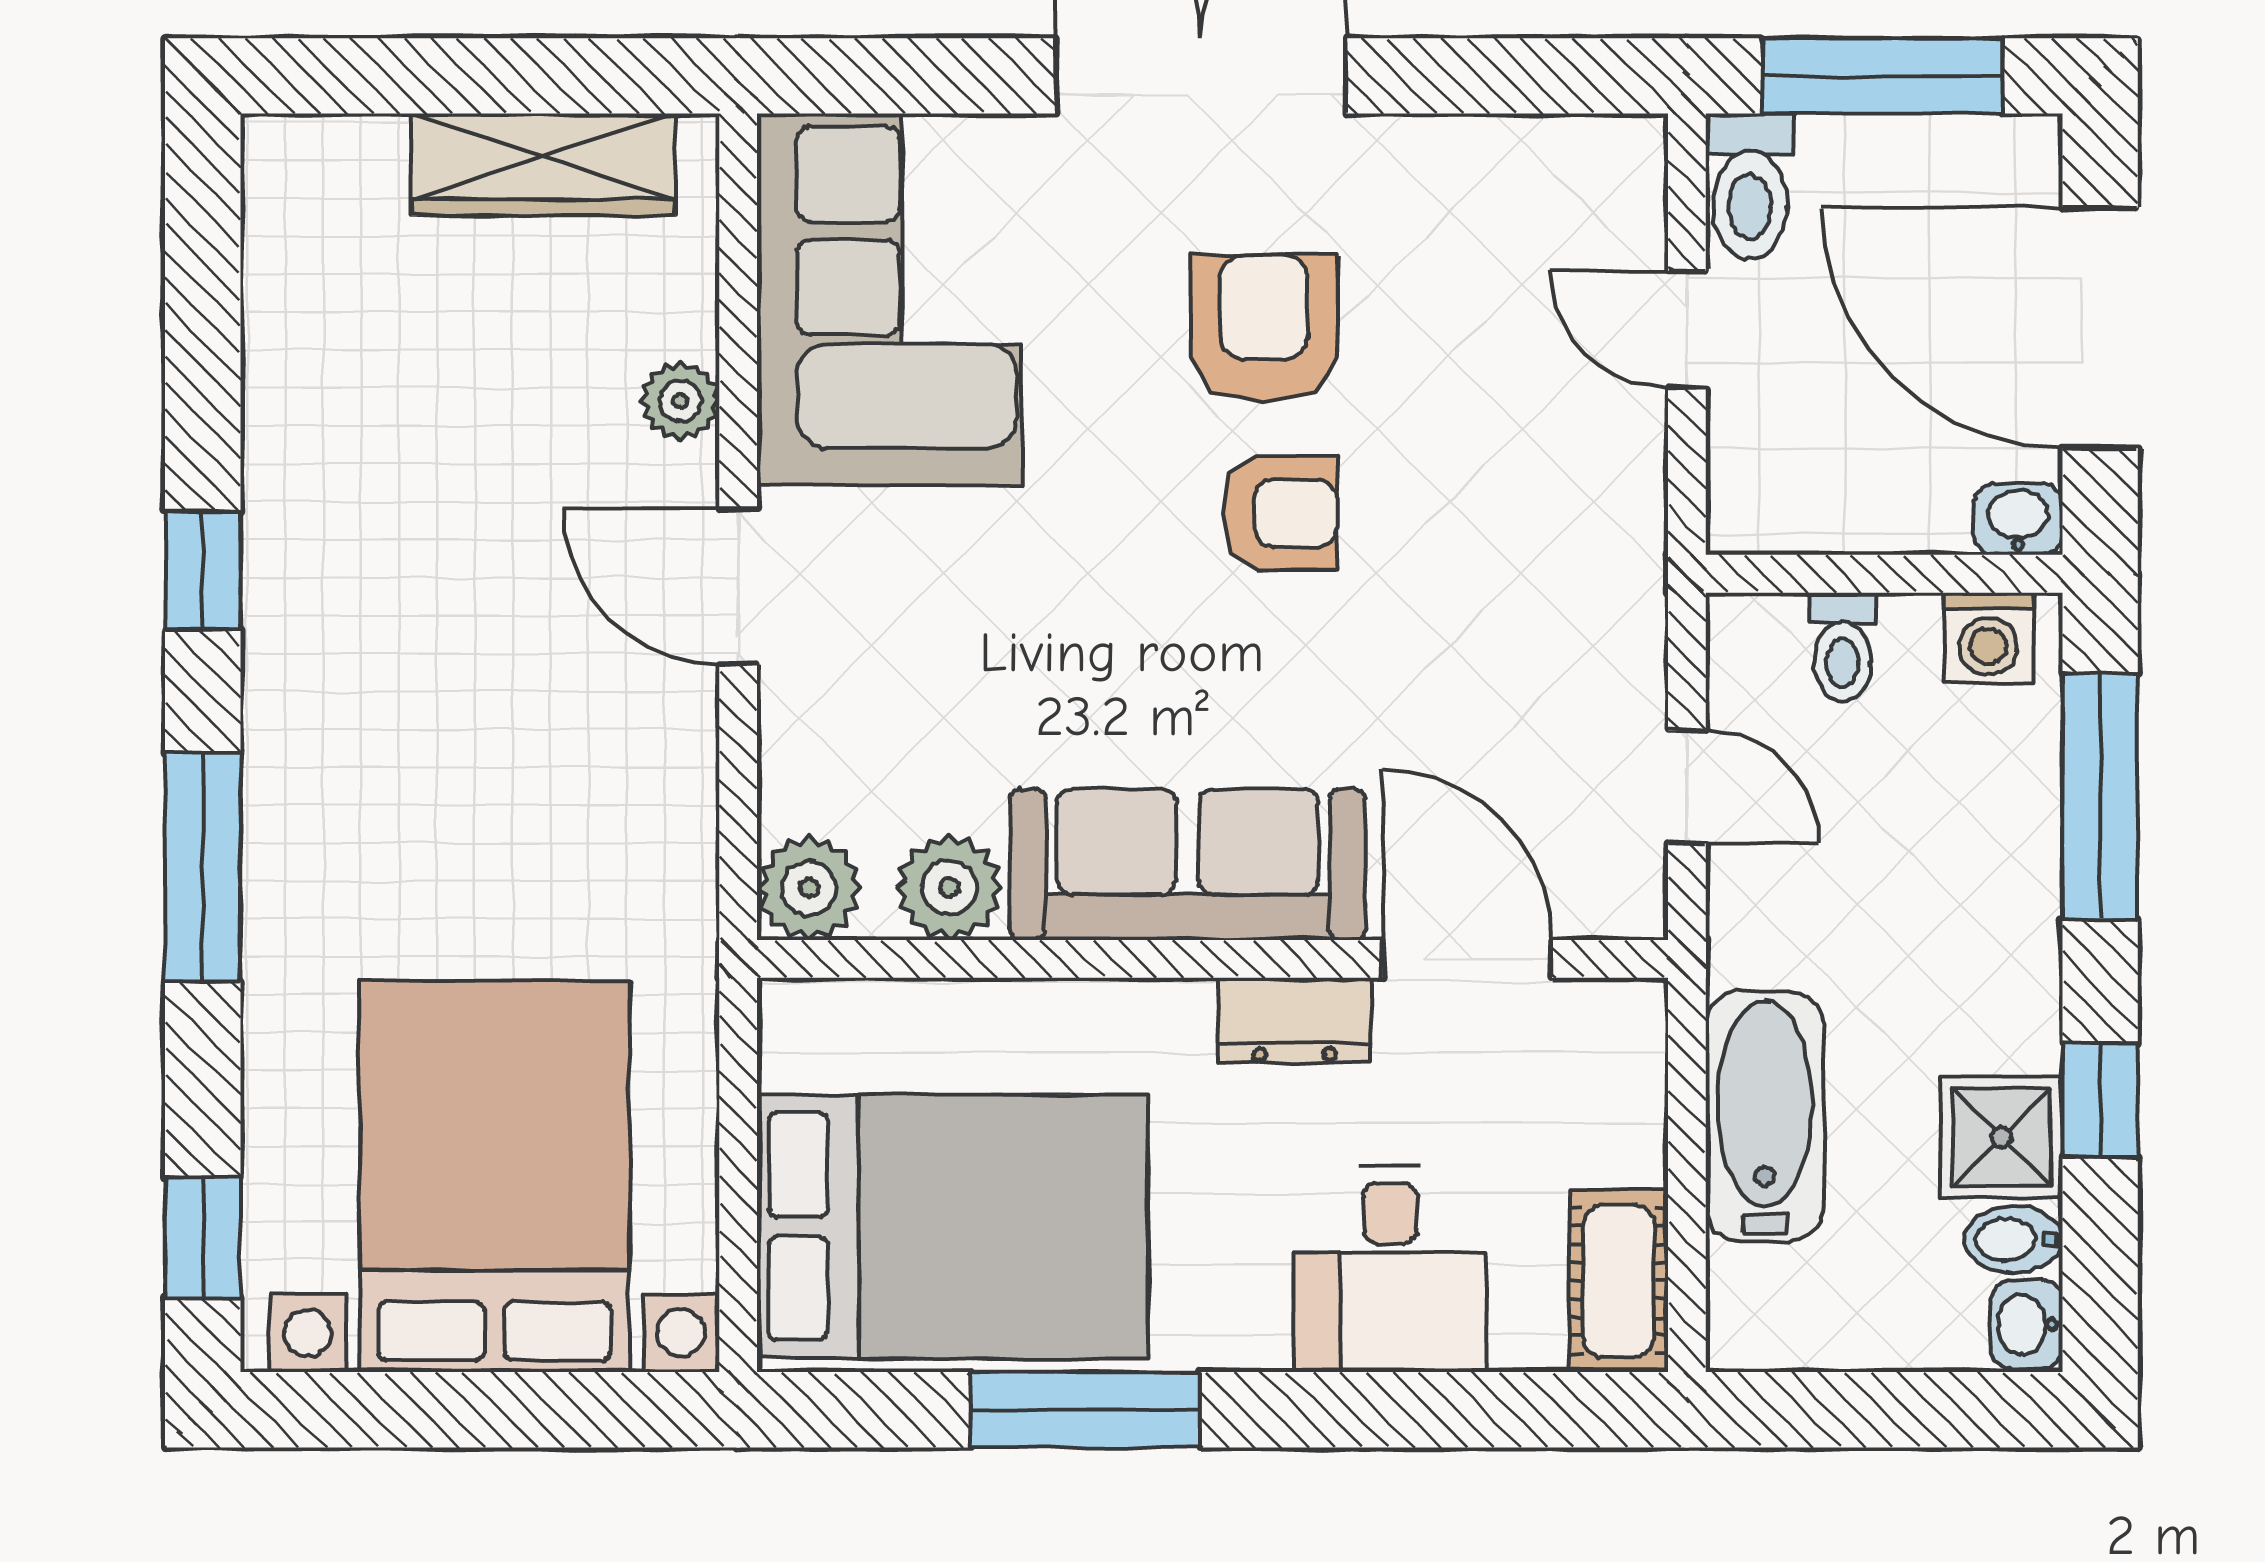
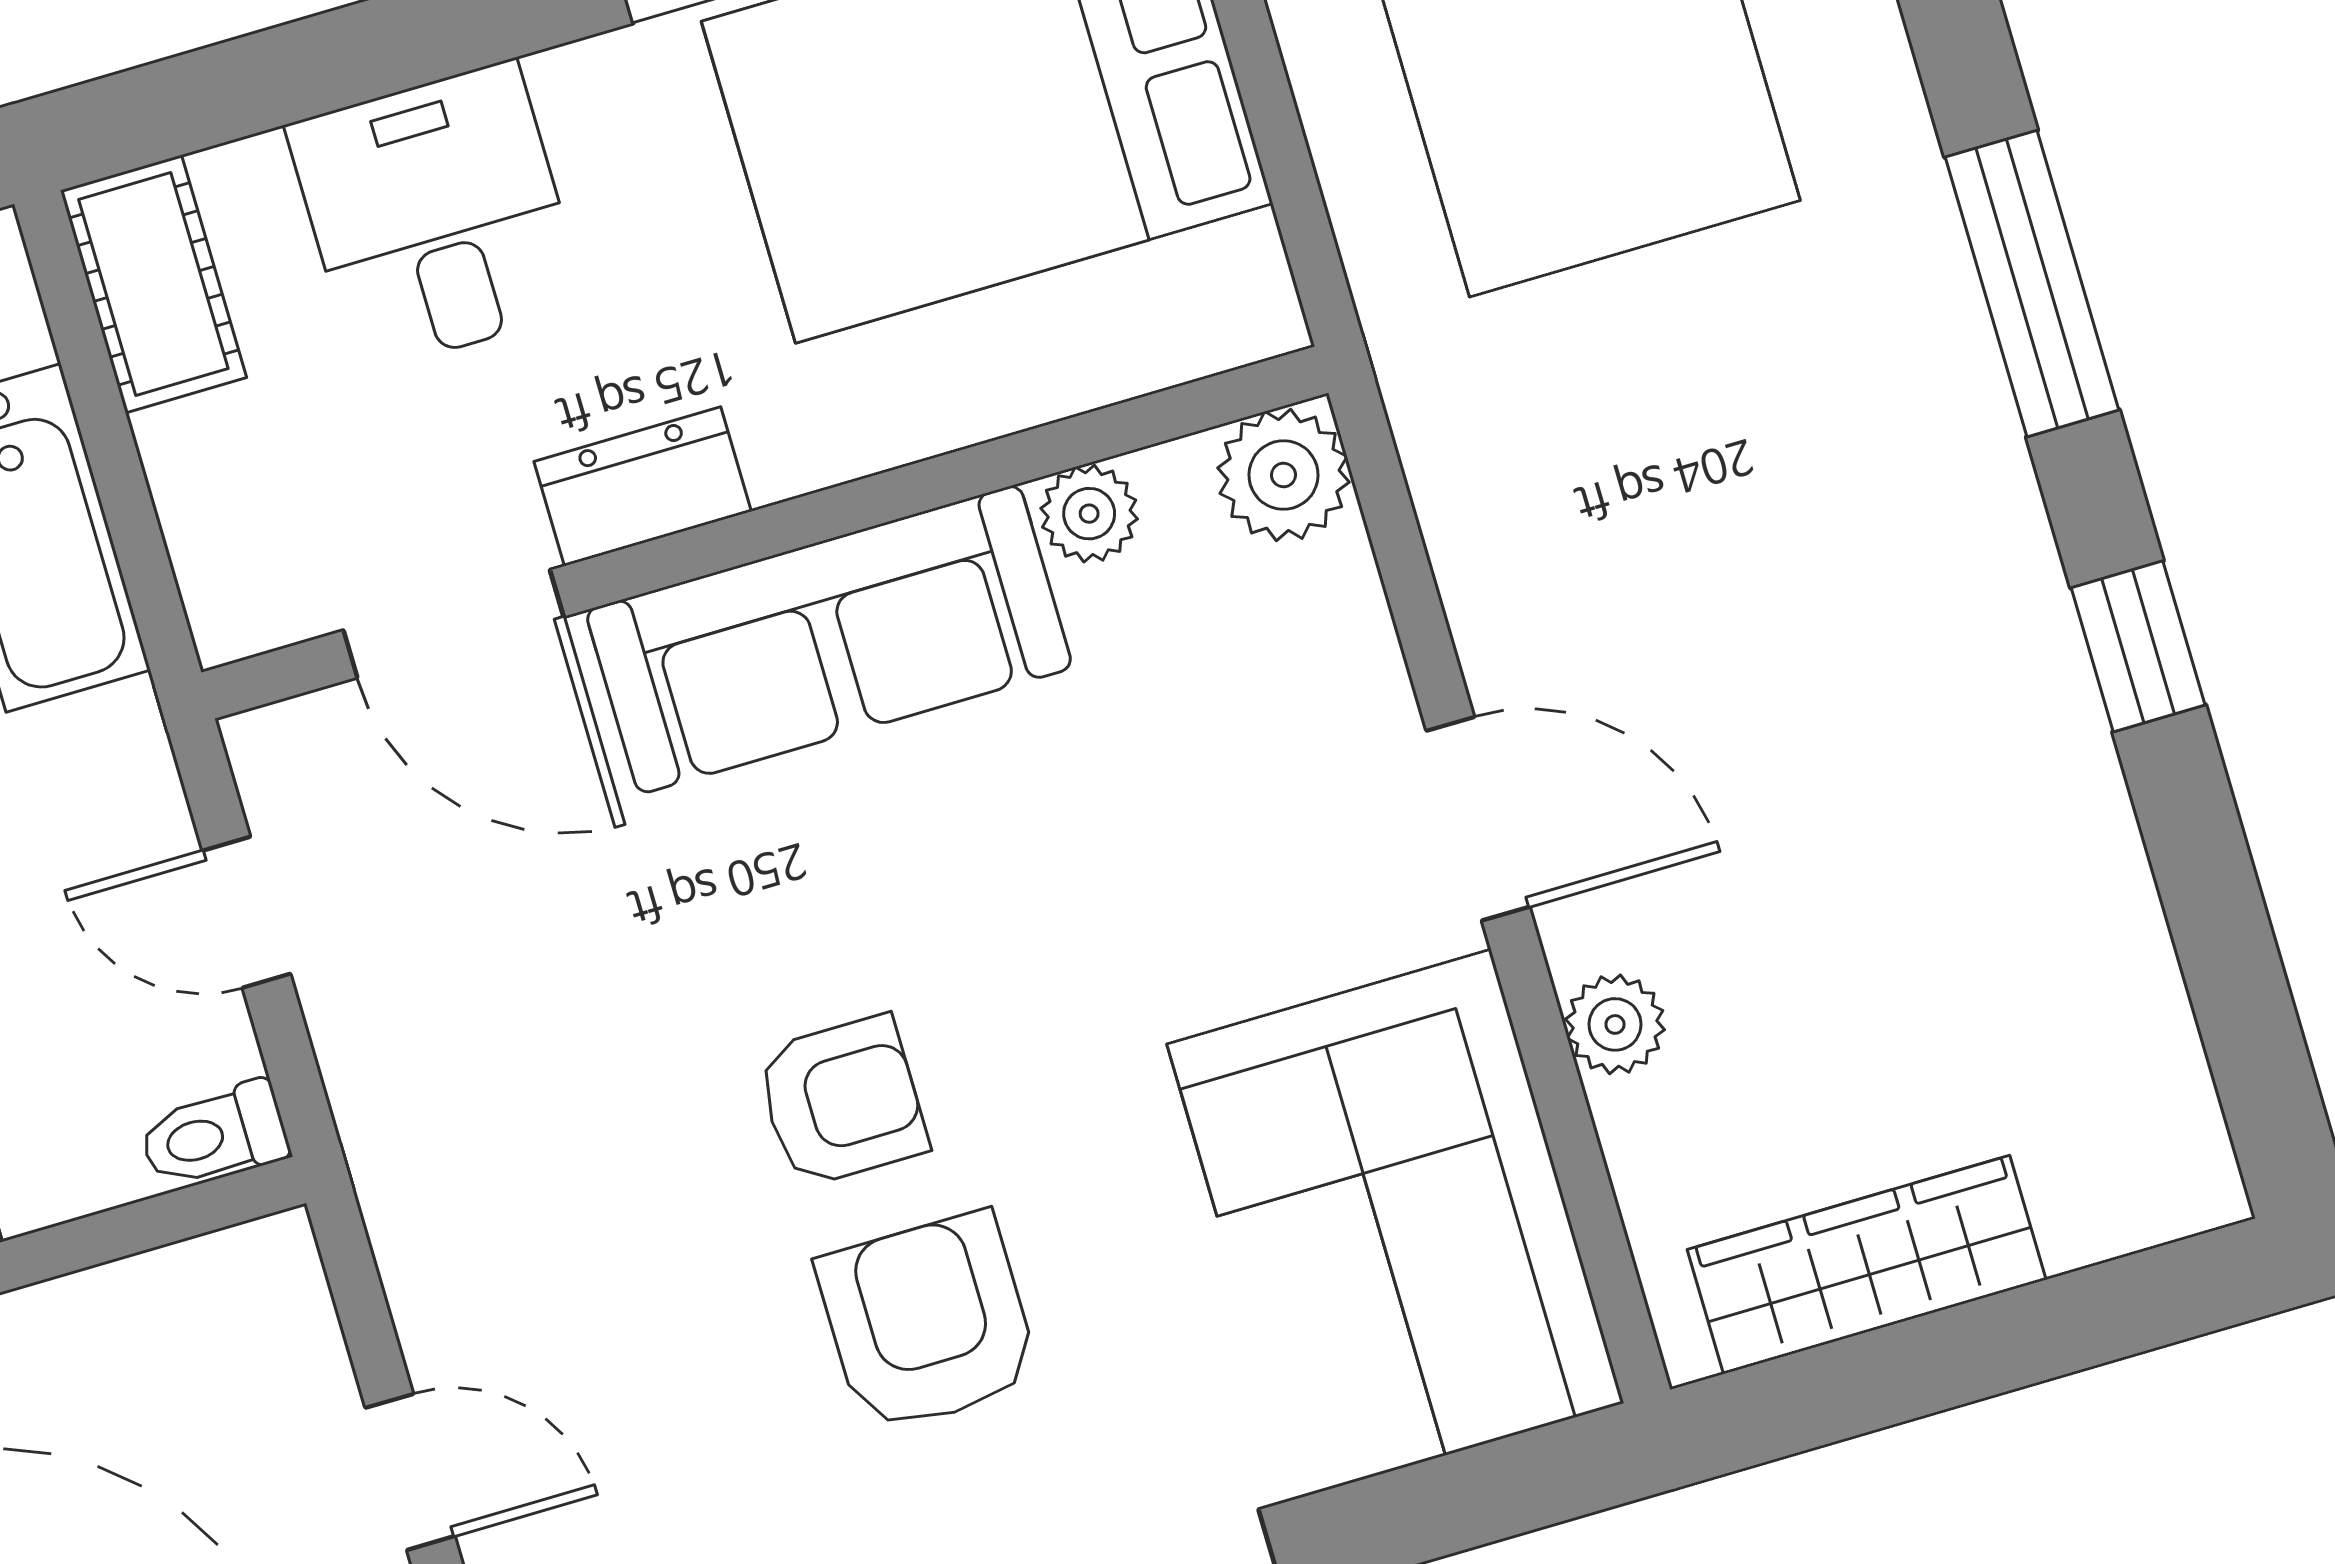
armchair: (1264, 328) -> (928, 1322), turned 180
armchair: (1280, 513) -> (842, 1101), turned 180
toilet: (1843, 647) -> (214, 1135), moved, turned -90
plant: (950, 887) -> (1089, 514), width x0.73, depth x0.73

